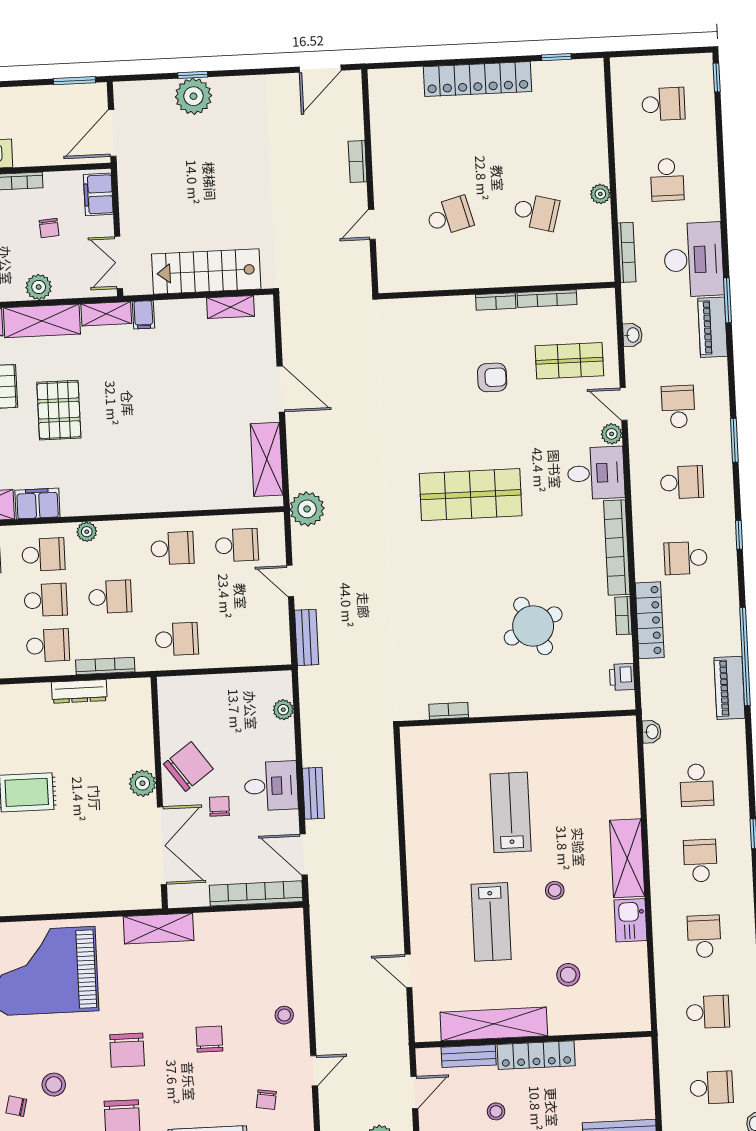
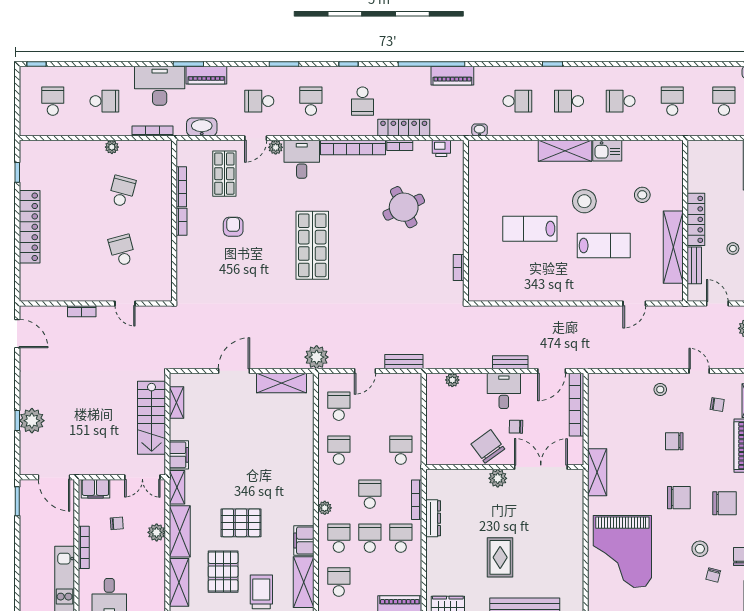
filing cabinet: (143, 315) -> (179, 455), width x2.00
washbasin: (632, 335) -> (202, 127), width x1.91, depth x1.45
stool: (555, 890) -> (584, 201), width x1.89, depth x1.89

